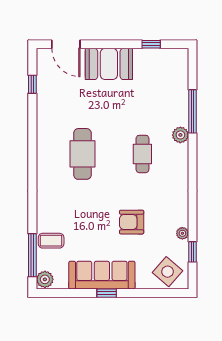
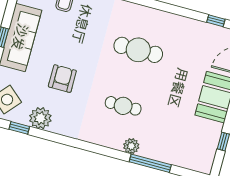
plant: (182, 233) -> (40, 118), width x1.88, depth x1.88

